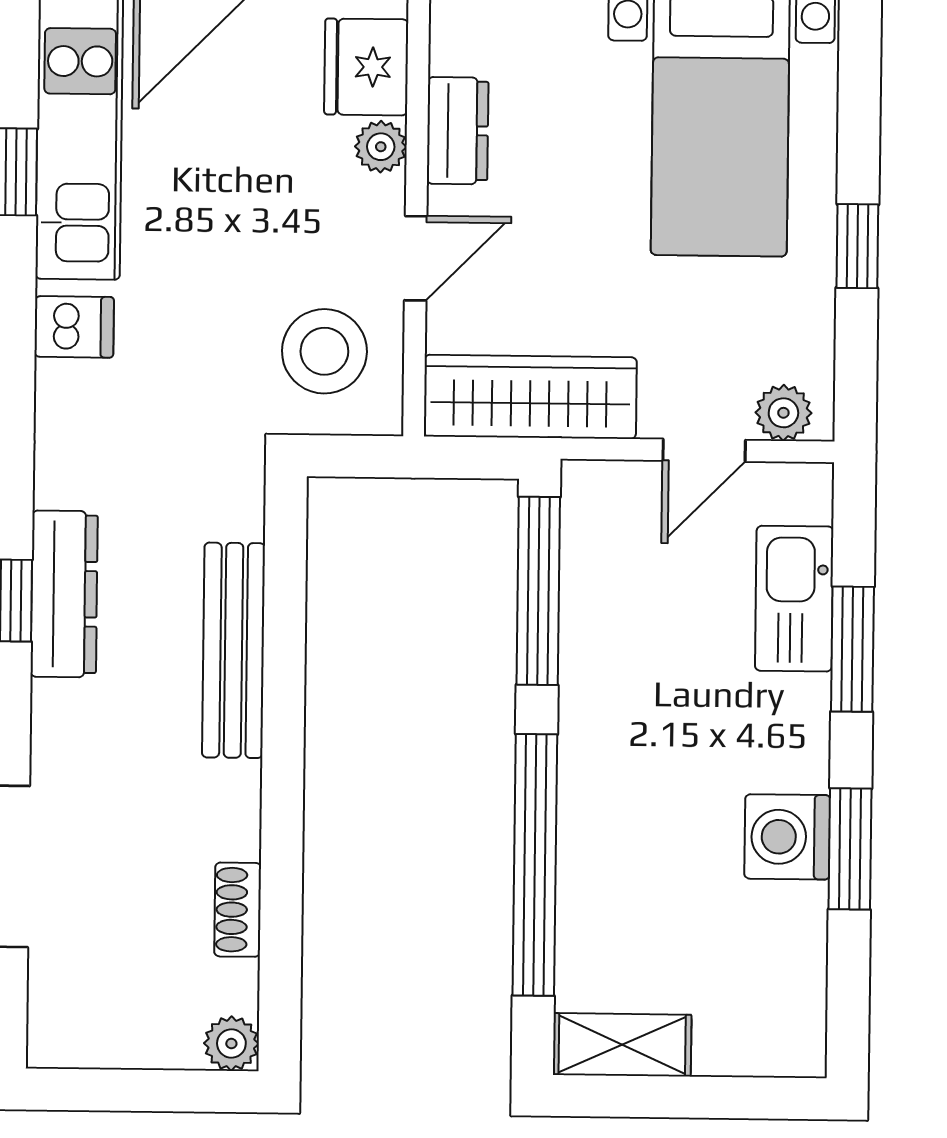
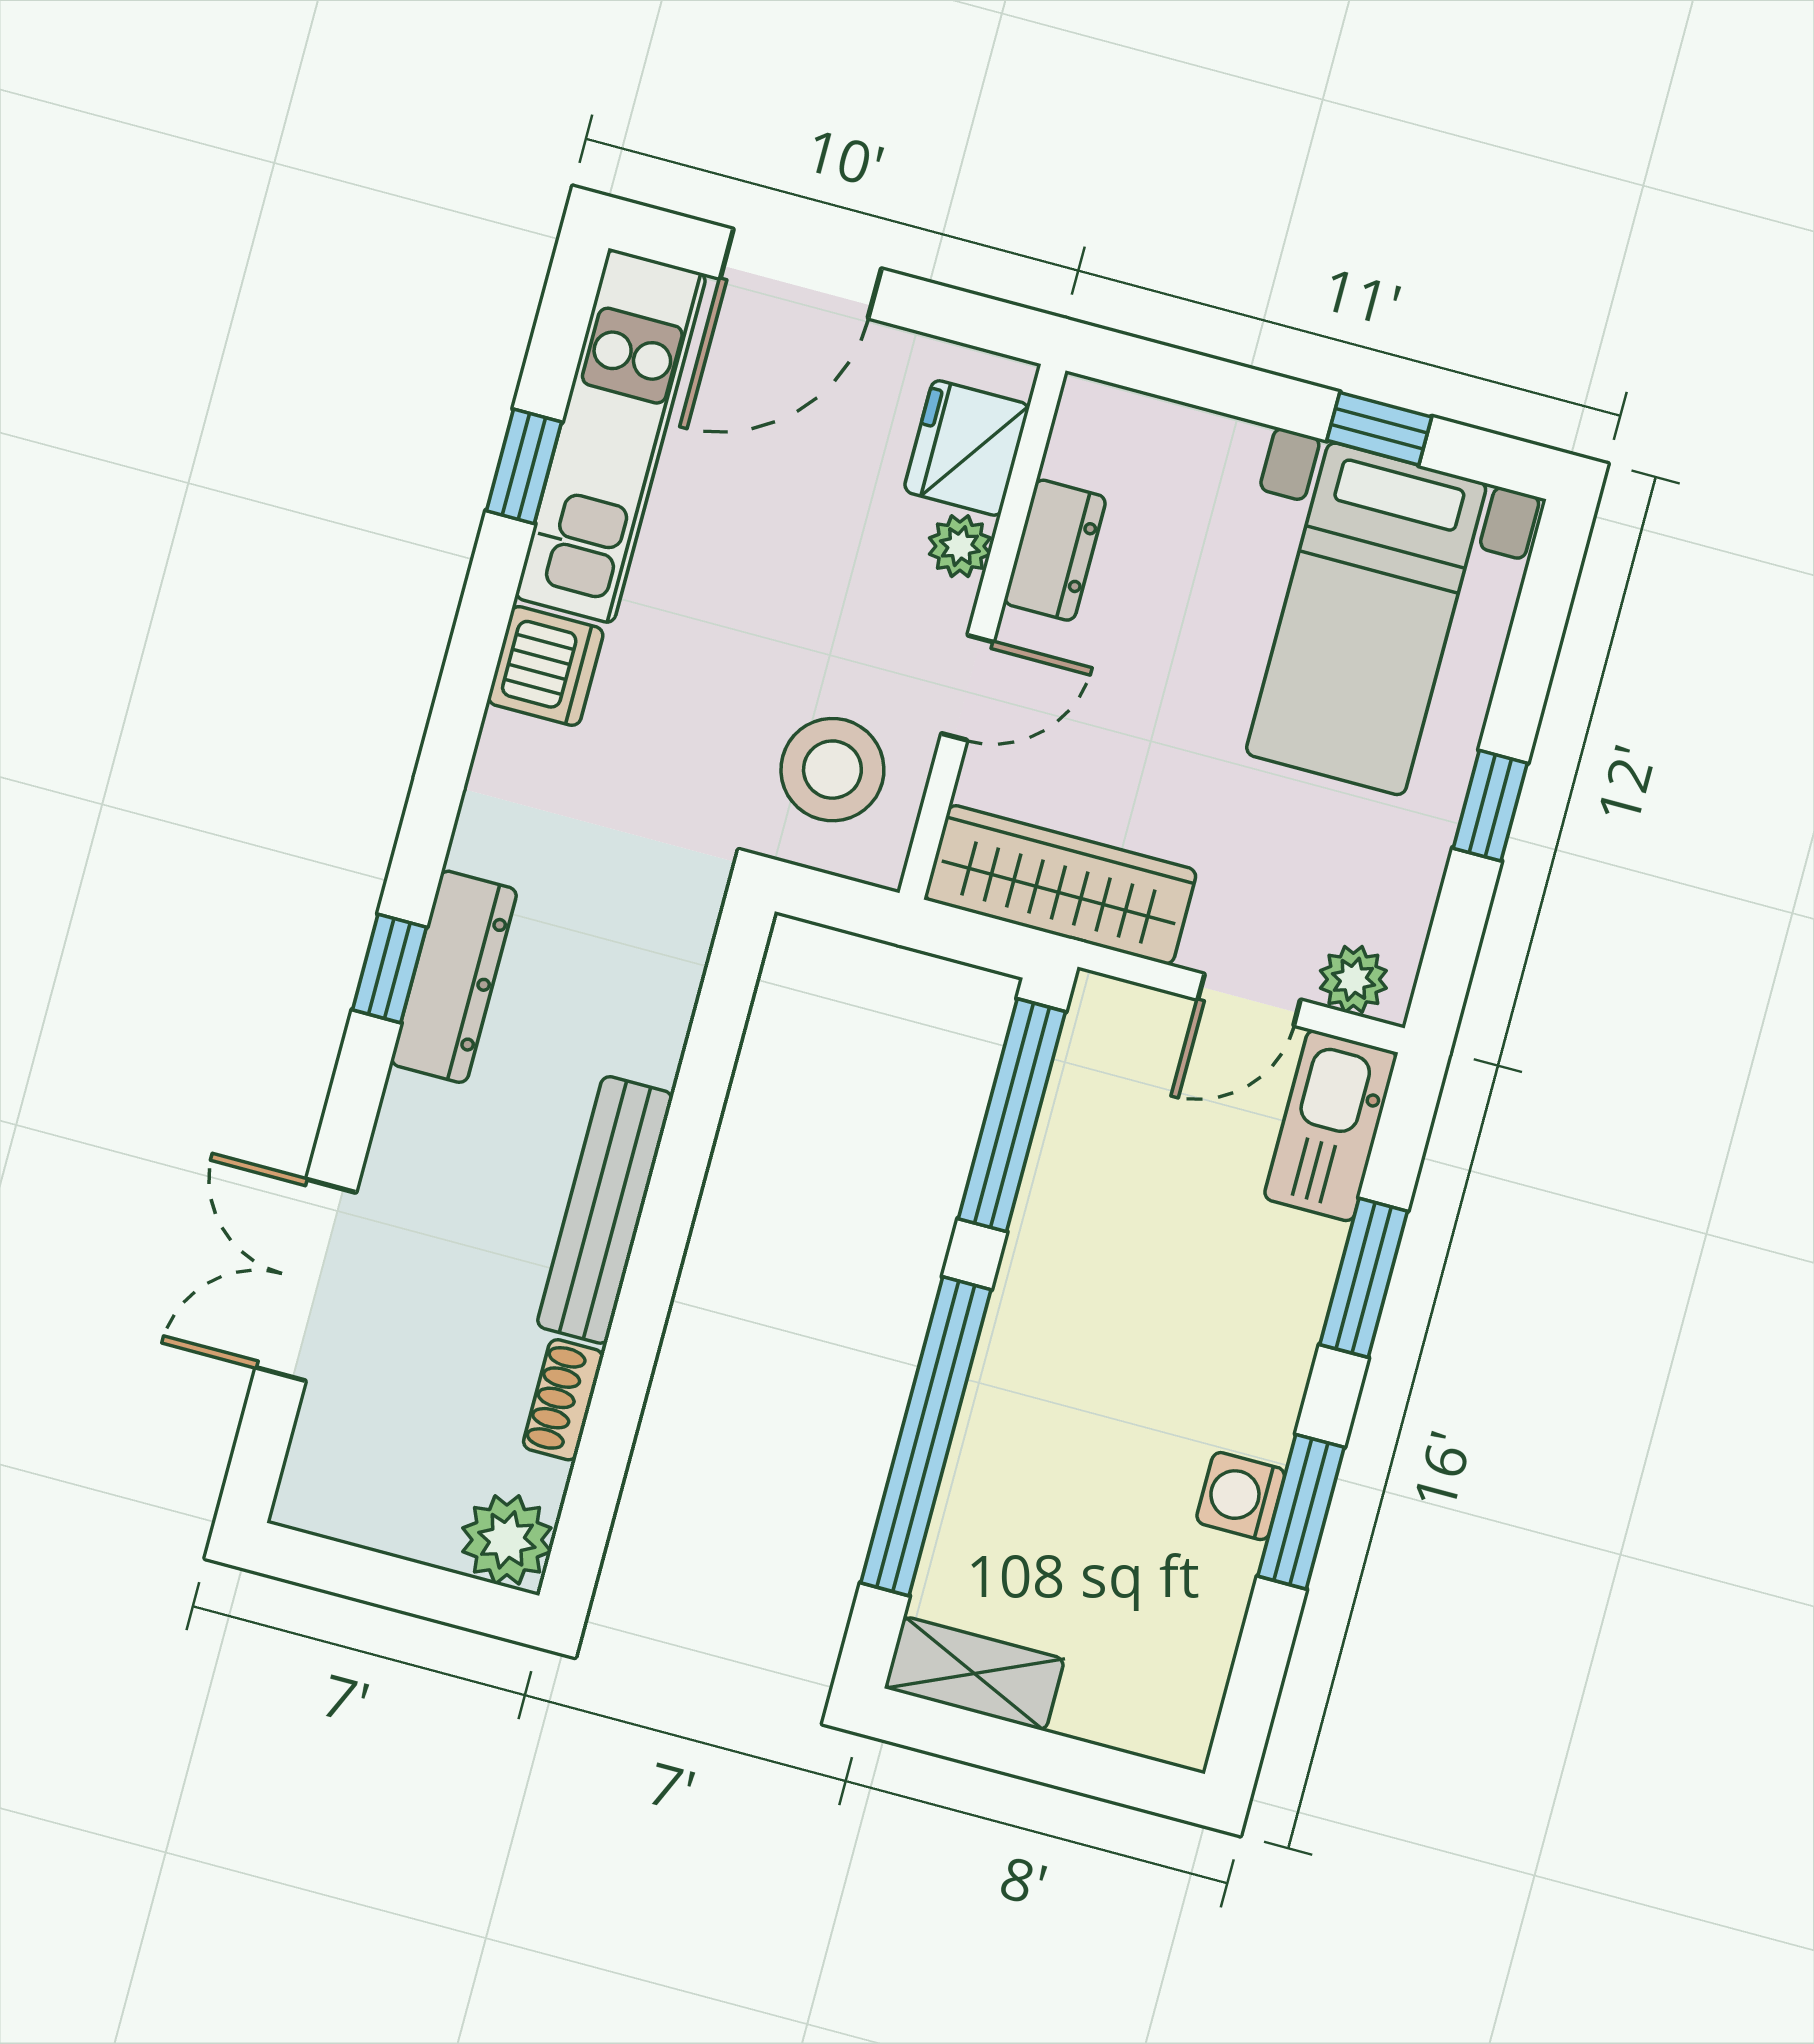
dishwasher: (74, 327) -> (546, 666), width x1.38
kitchen sink: (794, 599) -> (1331, 1126), moved
bench: (234, 650) -> (605, 1210), moved
washing machine: (787, 837) -> (1241, 1496), width x0.73, depth x0.73
plant: (231, 1043) -> (507, 1540), width x1.38, depth x1.38

